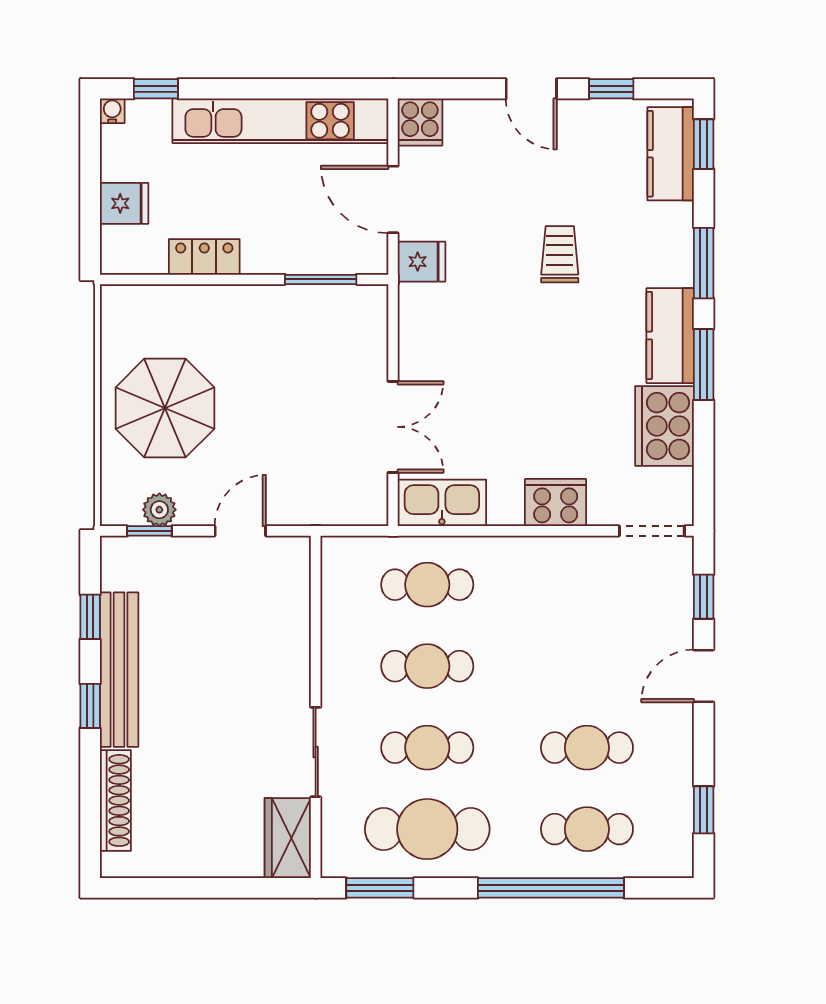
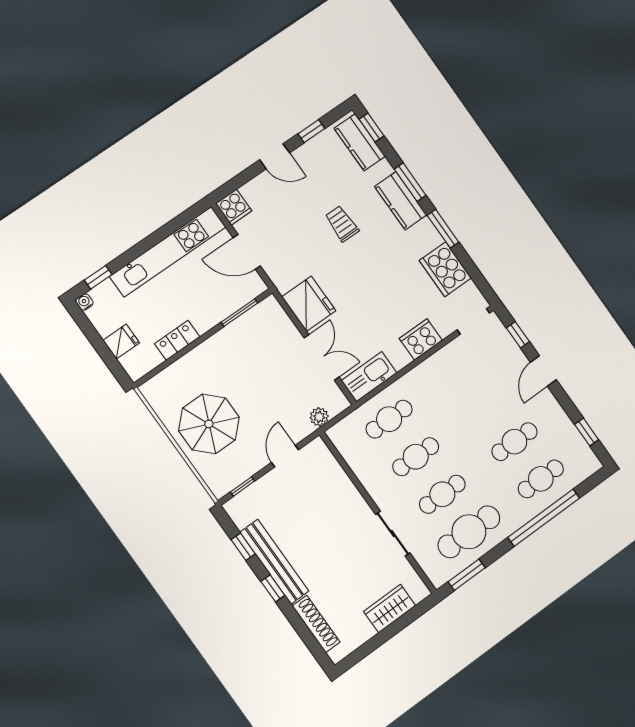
fridge: (421, 262) -> (309, 304), moved, width x1.88, depth x1.34
kitchen counter: (670, 336) -> (401, 201), moved
plant: (159, 510) -> (319, 417), moved
wardrobe: (288, 838) -> (390, 608), moved, turned 90

